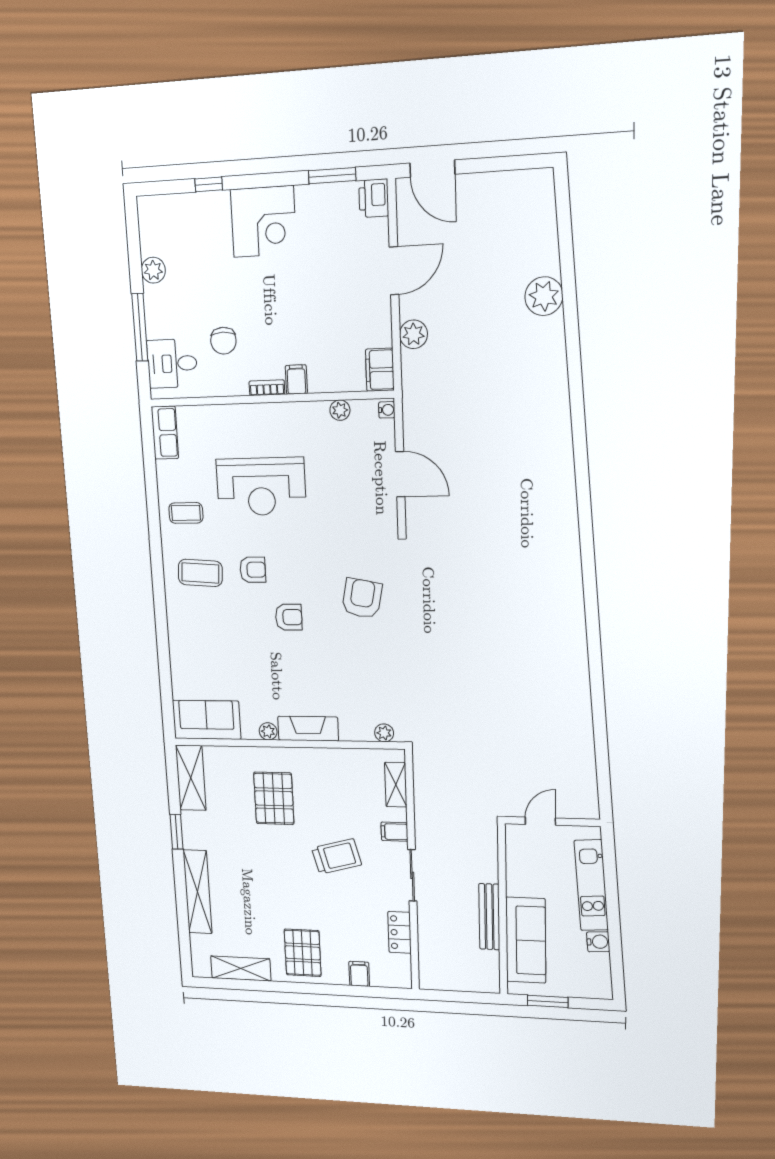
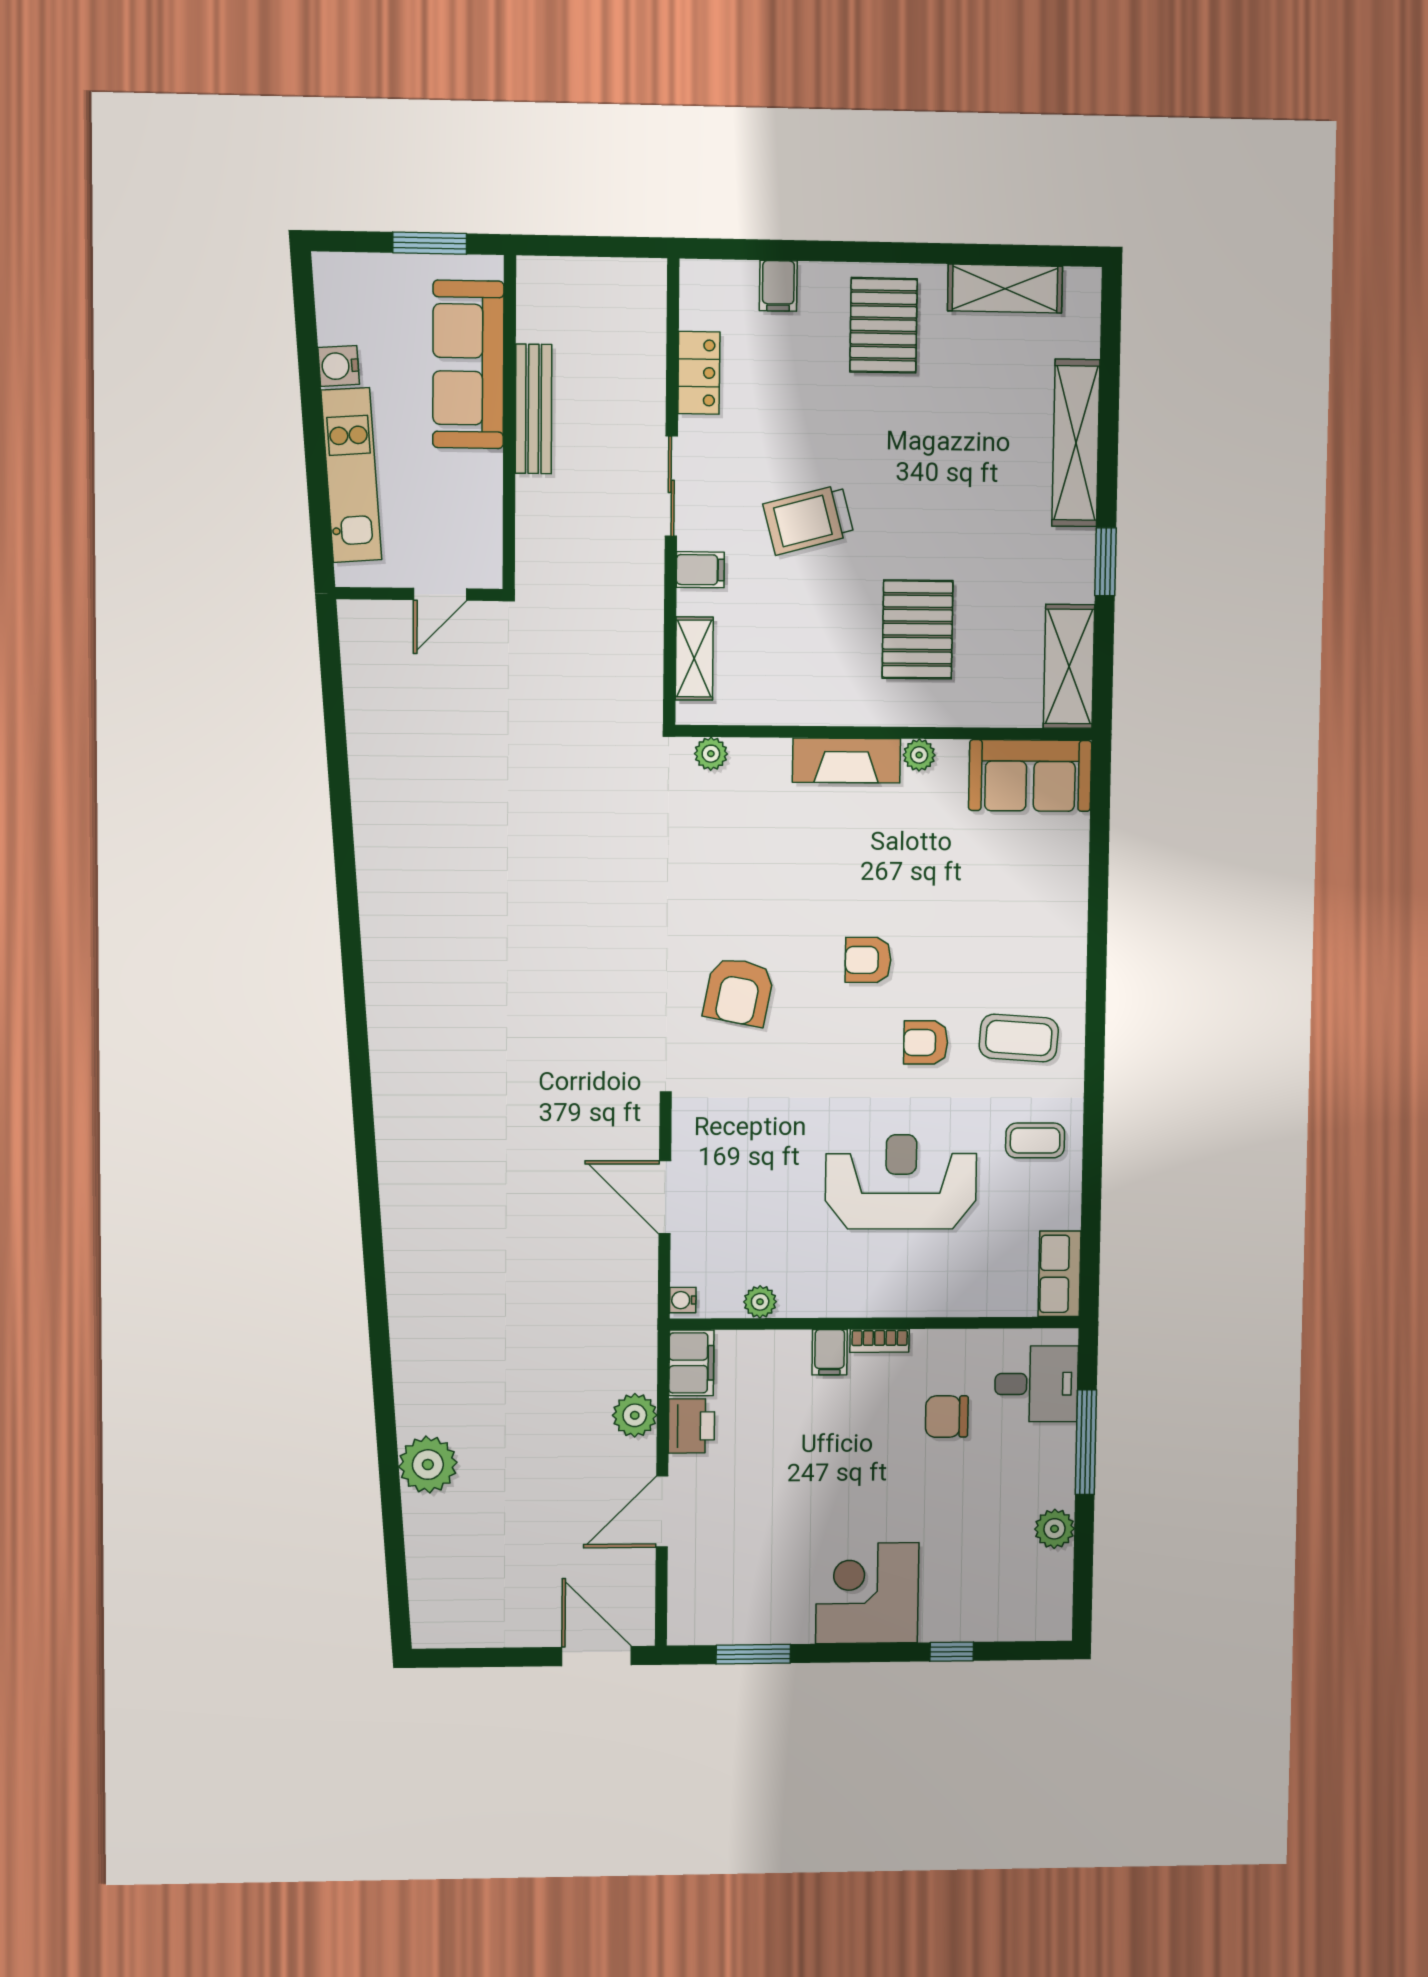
printer: (374, 198) -> (691, 1426), moved
chair: (223, 341) -> (947, 1417), turned -90

